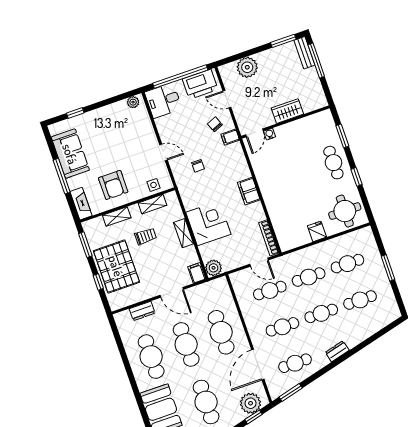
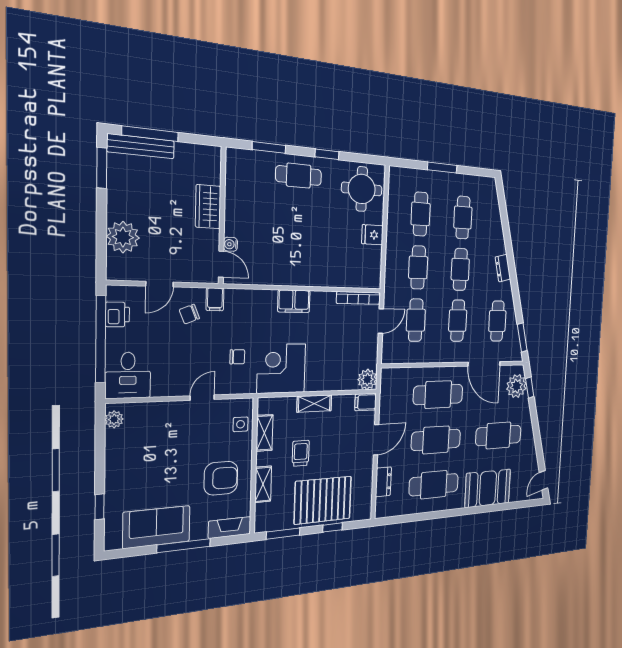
bench: (304, 53) -> (141, 146), width x1.36
printer: (200, 84) -> (117, 314), width x0.53, depth x0.68
corner desk: (208, 223) -> (281, 368), moved

